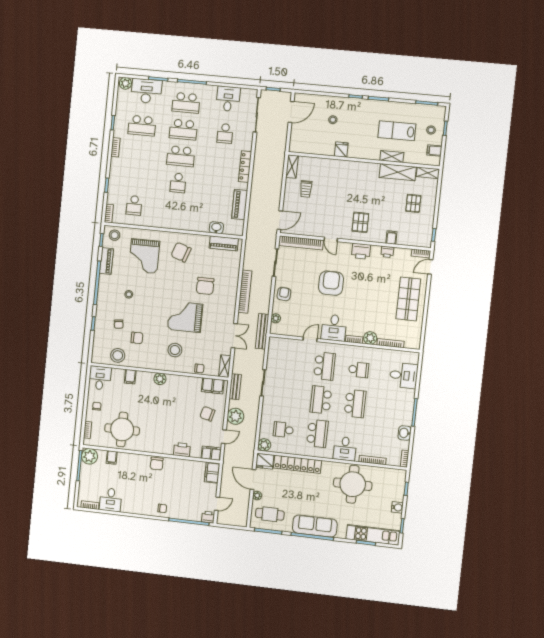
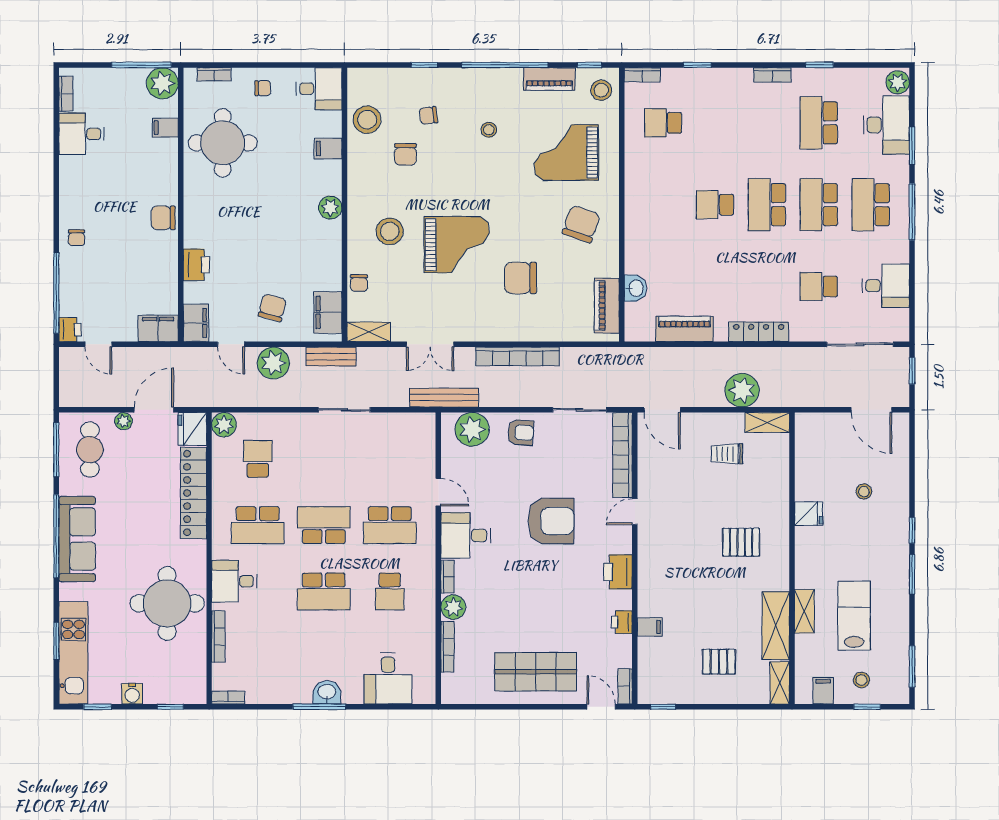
plant: (274, 178) -> (742, 390), added
pallet: (360, 222) -> (741, 542), moved
grand piano: (185, 317) -> (457, 245), turned 90
plant: (276, 318) -> (472, 429), width x1.87, depth x1.87
washbasin: (405, 433) -> (327, 692), moved

